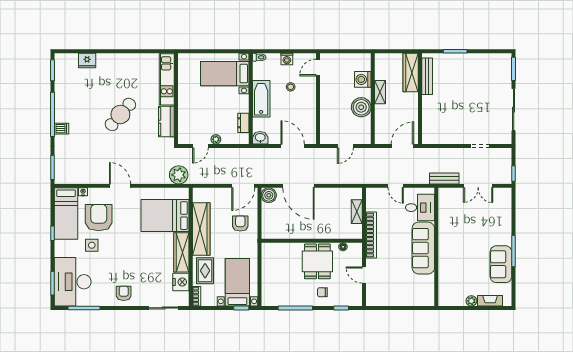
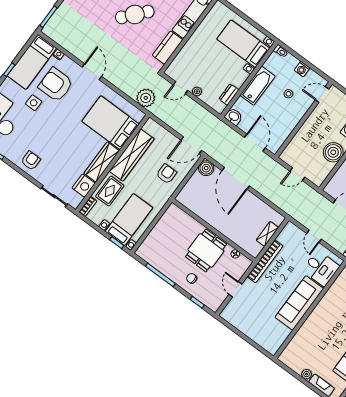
armchair: (99, 218) -> (56, 85), turned -90

